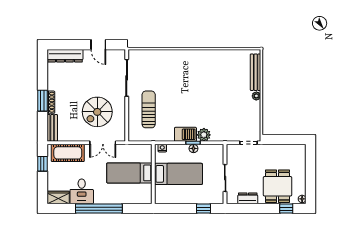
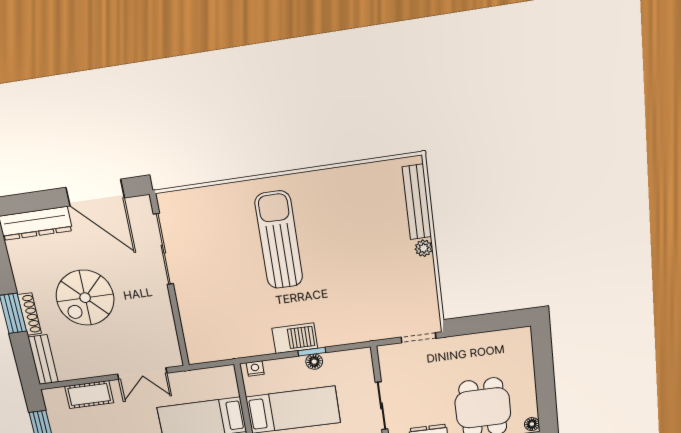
door: (98, 45) -> (95, 193), width x1.87
sun lounger: (149, 109) -> (279, 240), moved, width x1.36, depth x1.34
spiral stairs: (97, 112) -> (85, 298), moved
plant: (204, 135) -> (330, 334), removed
cot: (68, 153) -> (89, 395), width x0.73, depth x0.75

